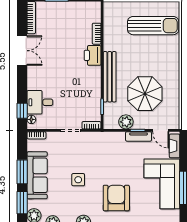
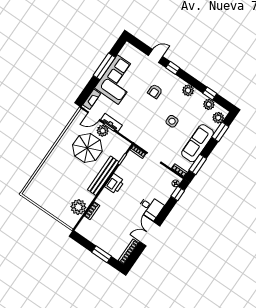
sun lounger: (153, 26) -> (50, 190), removed
plant: (113, 28) -> (78, 207), added
printer: (93, 55) -> (115, 184), moved
desk: (40, 102) -> (150, 208), moved
plant: (126, 122) -> (103, 131), moved
door: (161, 130) -> (94, 116), swing flipped
window: (22, 172) -> (198, 164), moved
armchair: (116, 198) -> (155, 91), width x0.53, depth x0.53

